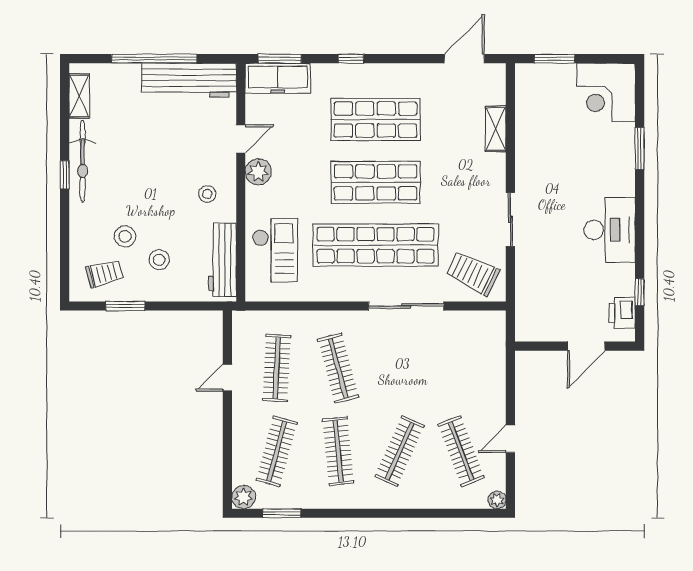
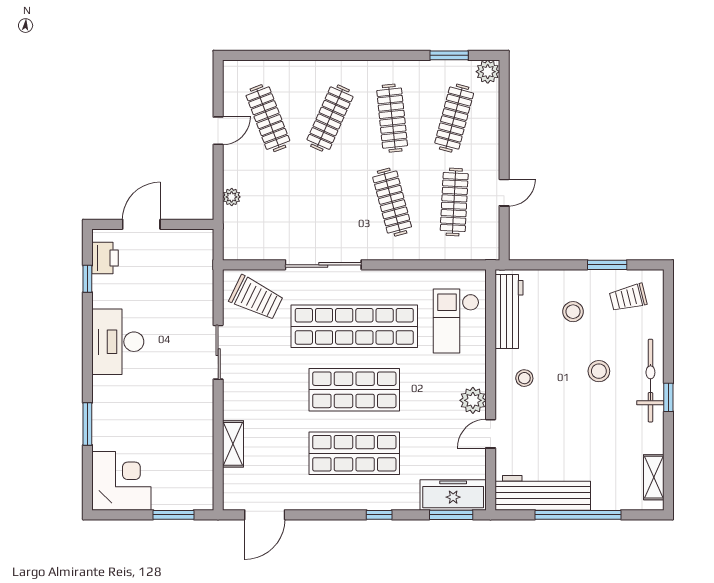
bicycle: (83, 161) -> (650, 381), moved
stool: (125, 236) -> (599, 371), moved
plant: (497, 500) -> (232, 197), moved

